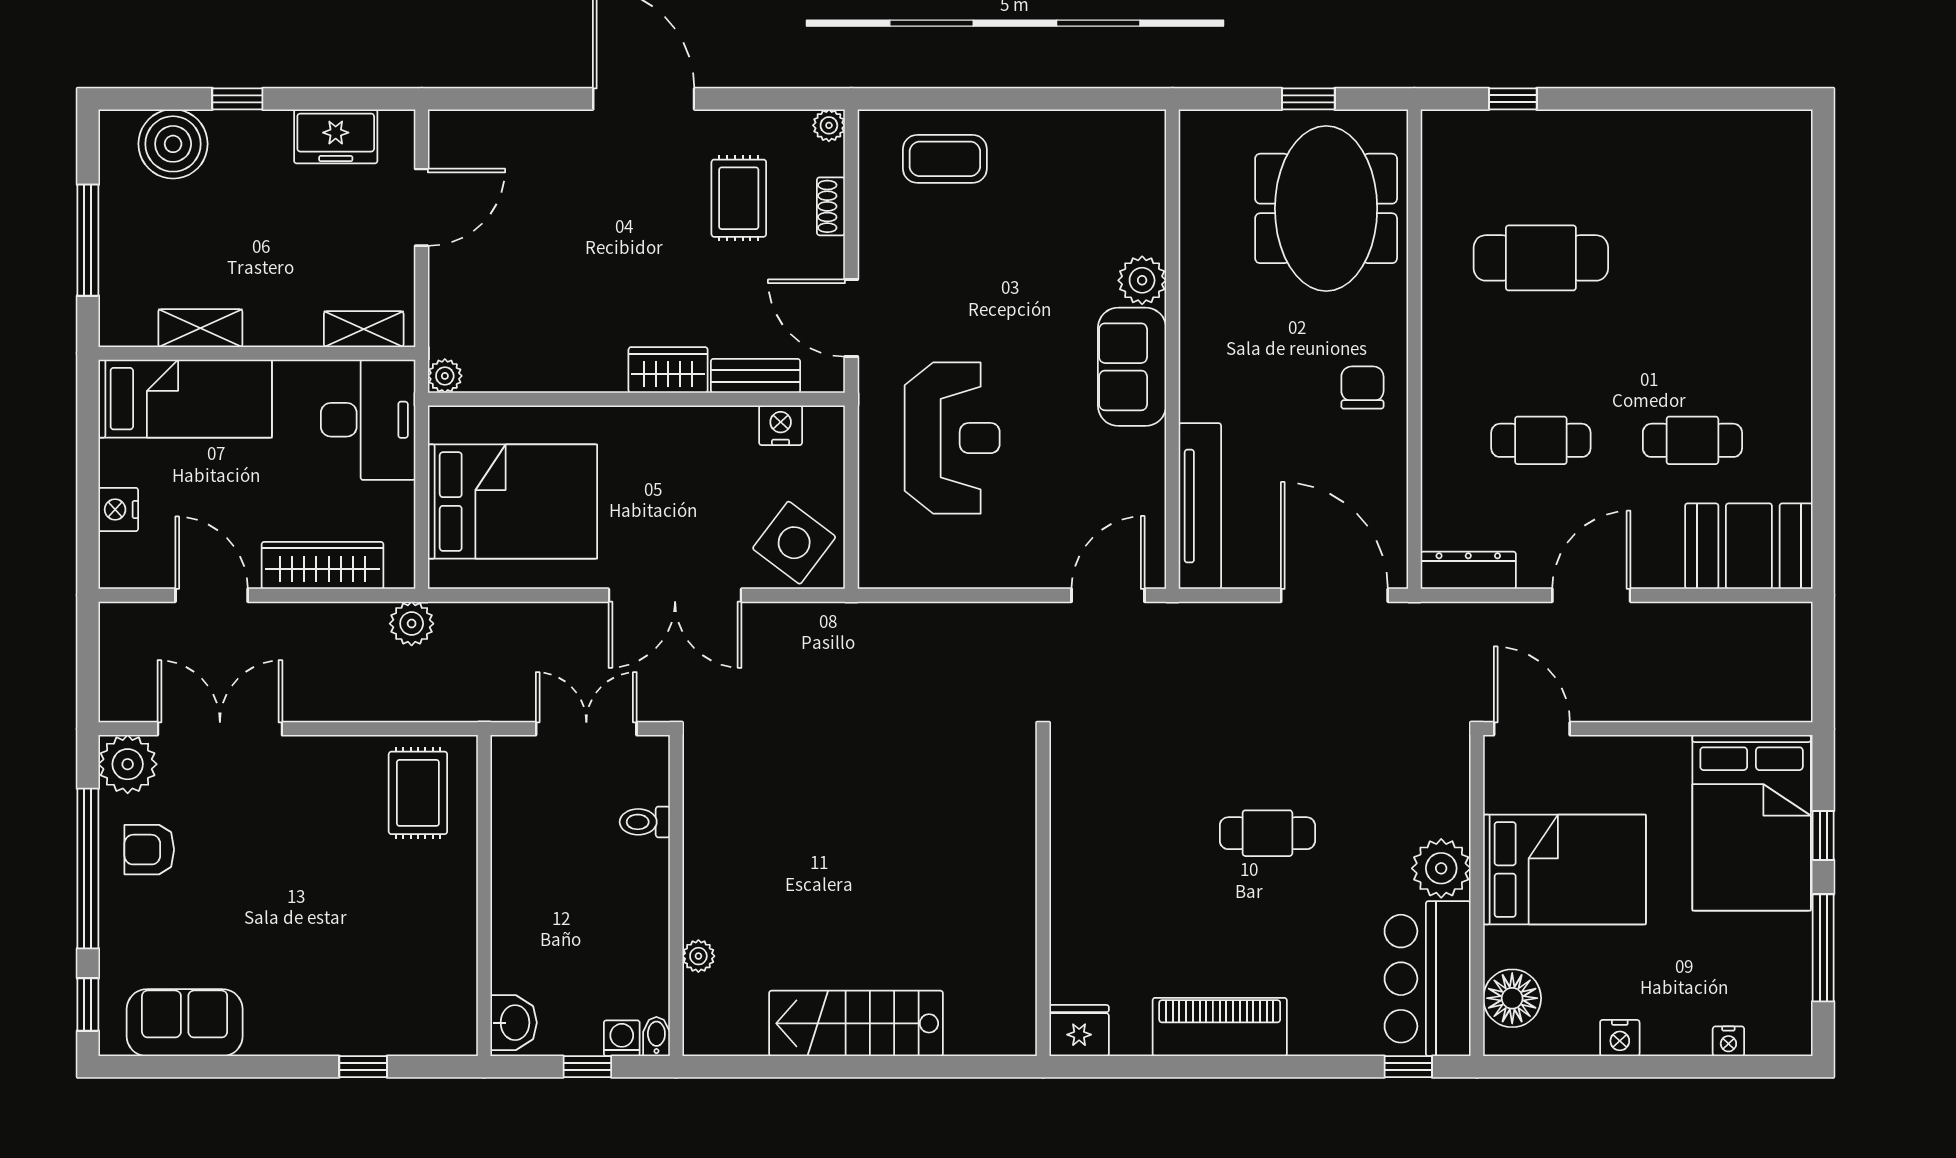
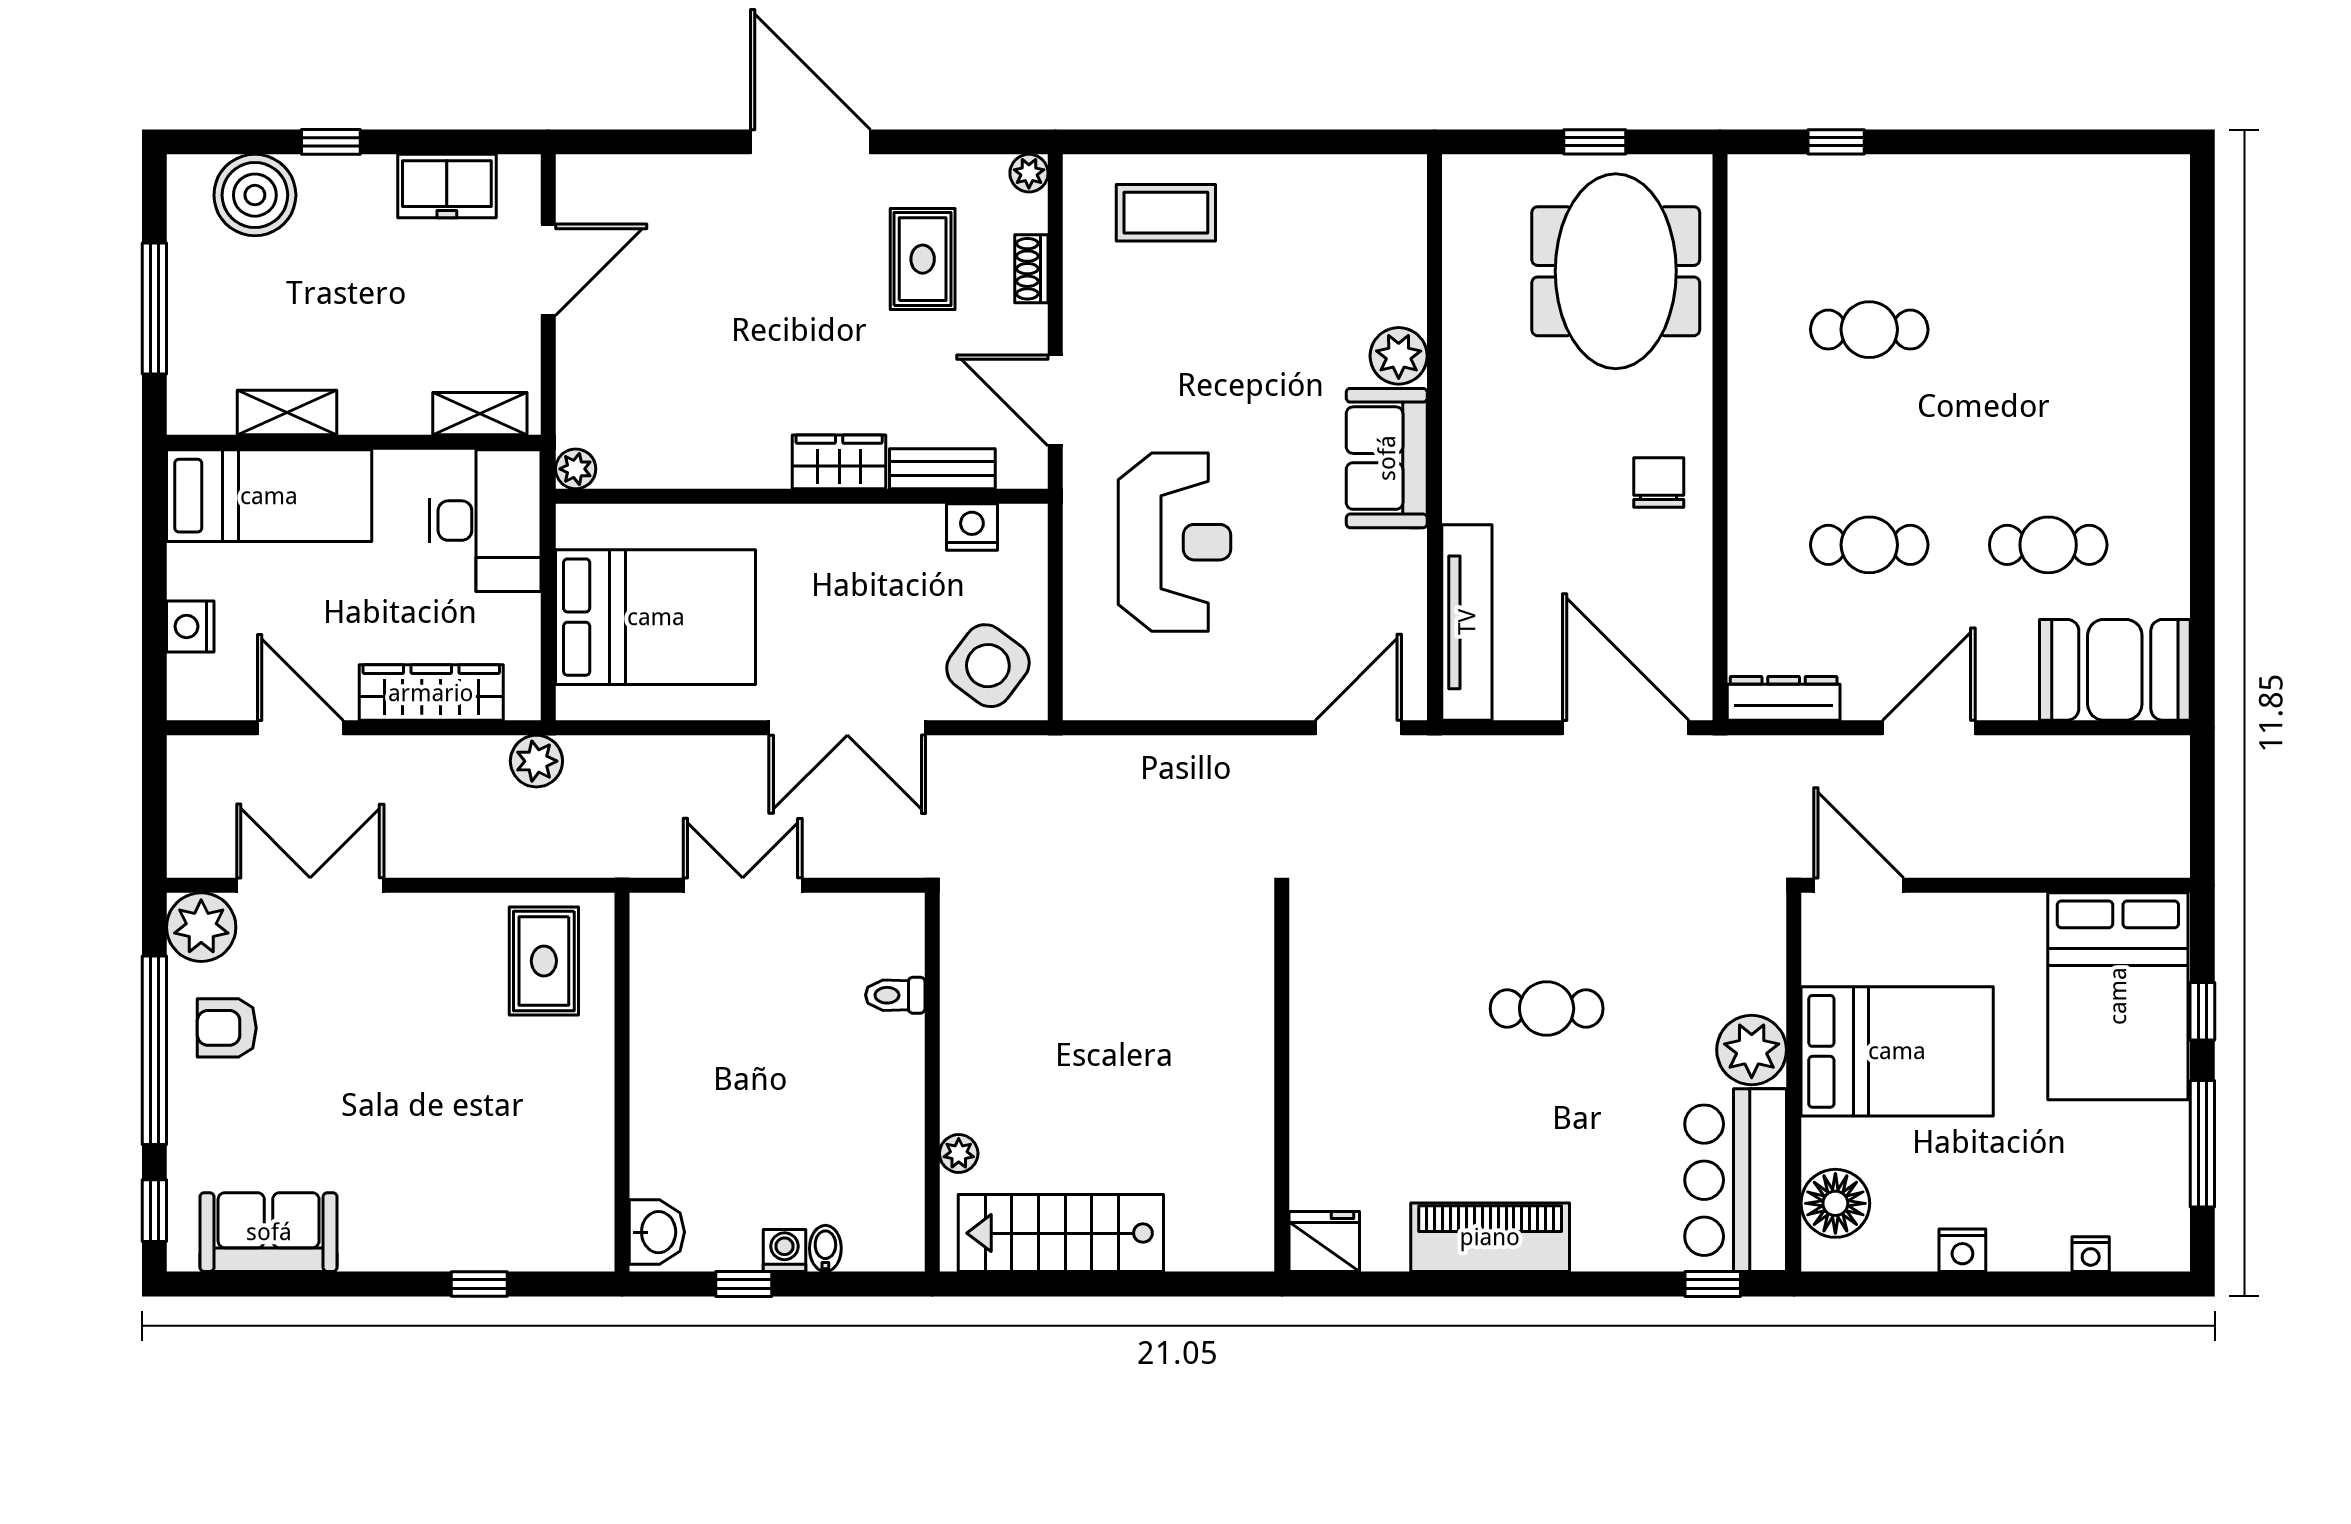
cafe table: (1541, 258) -> (1869, 330), width x0.73, depth x0.74
toilet: (645, 822) -> (895, 995), moved
wall: (676, 896) -> (932, 1082), moved
plant: (698, 956) -> (959, 1154), moved

